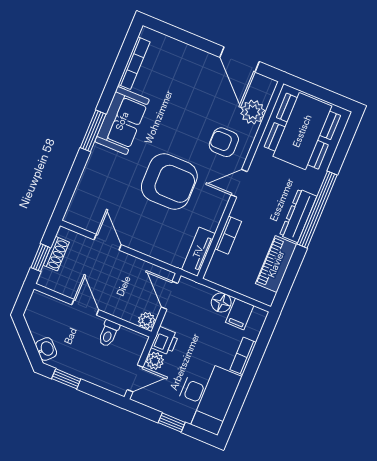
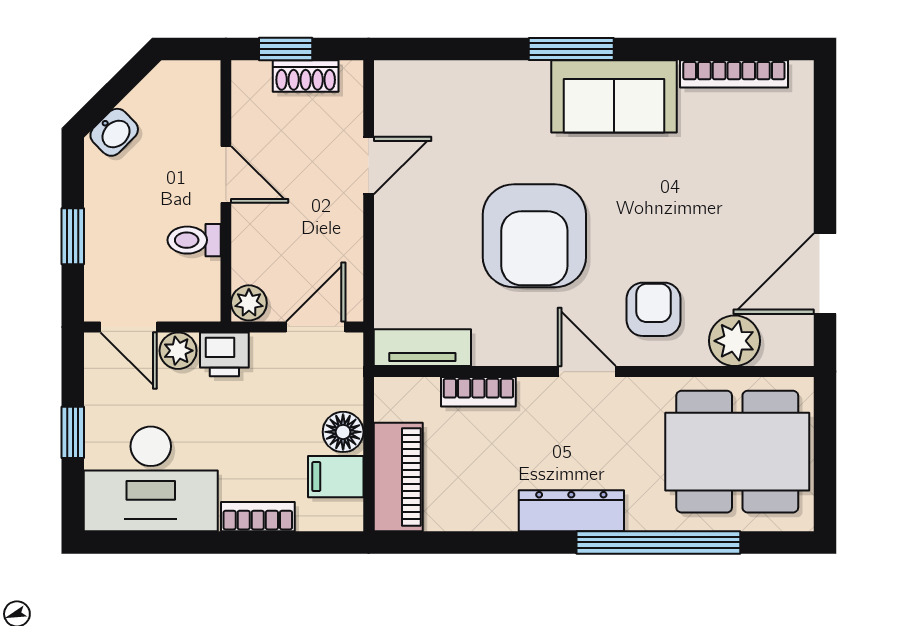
window: (317, 210) -> (658, 542), moved
piano: (276, 264) -> (398, 477), moved, turned 90
door: (85, 307) -> (226, 174), hinge flipped
window: (66, 379) -> (73, 236), moved

